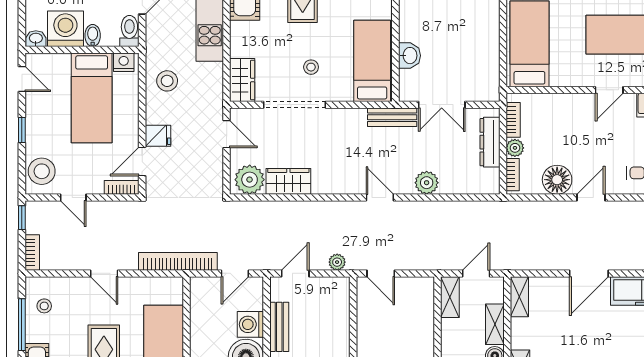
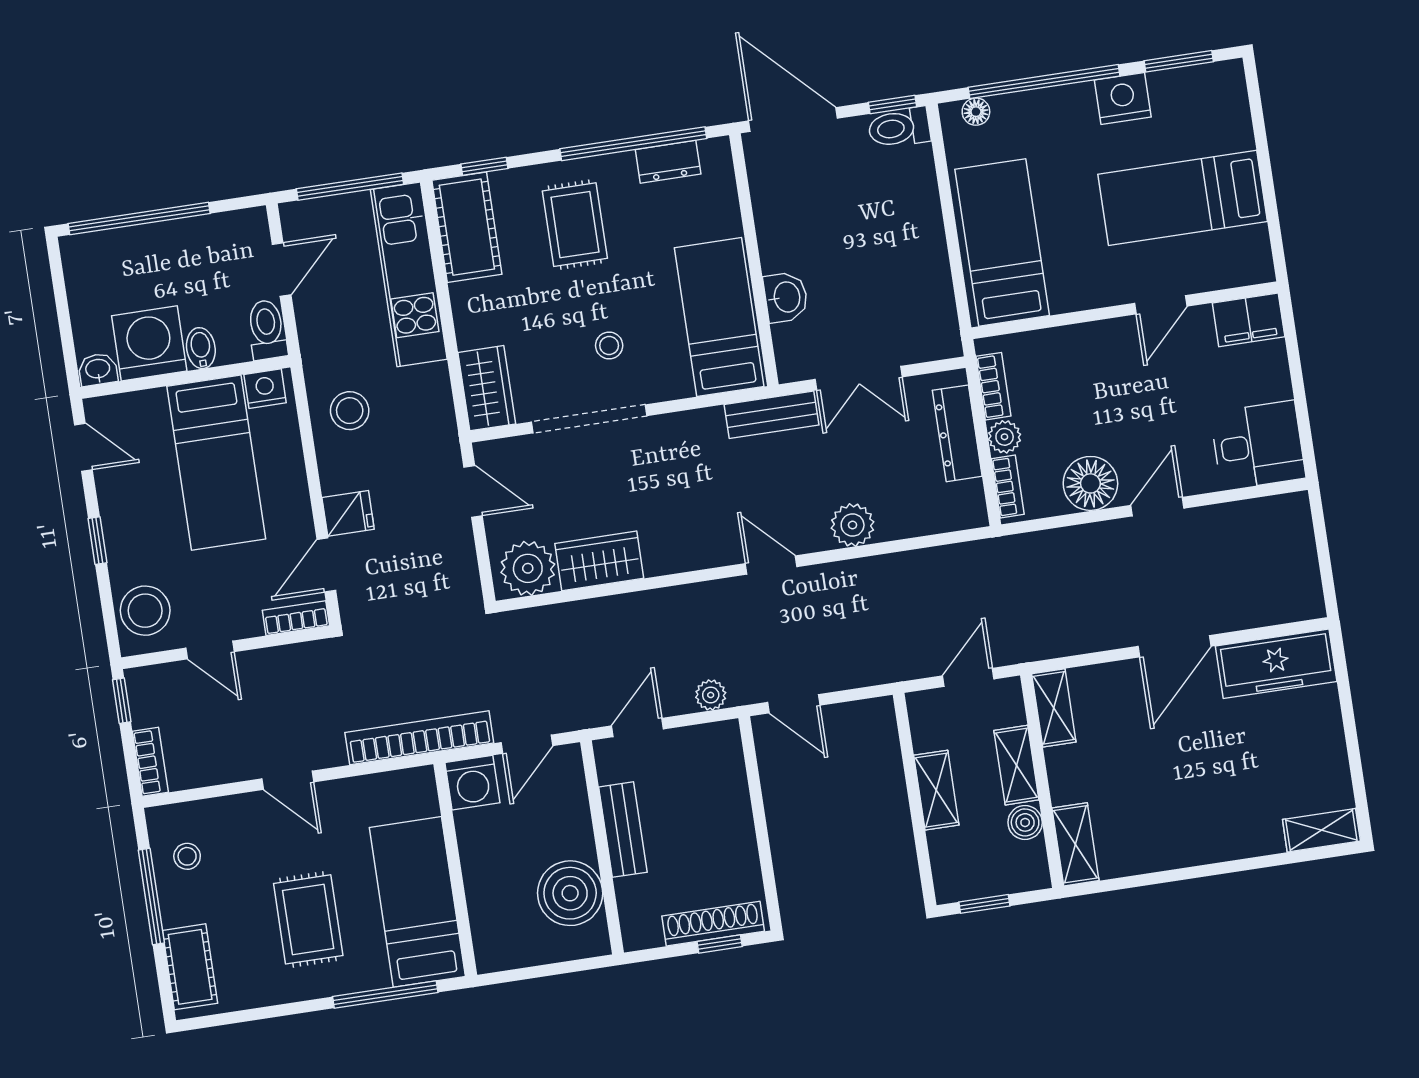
shelving: (450, 297) -> (936, 790), moved
washing machine: (250, 324) -> (472, 783), moved, turned -90

